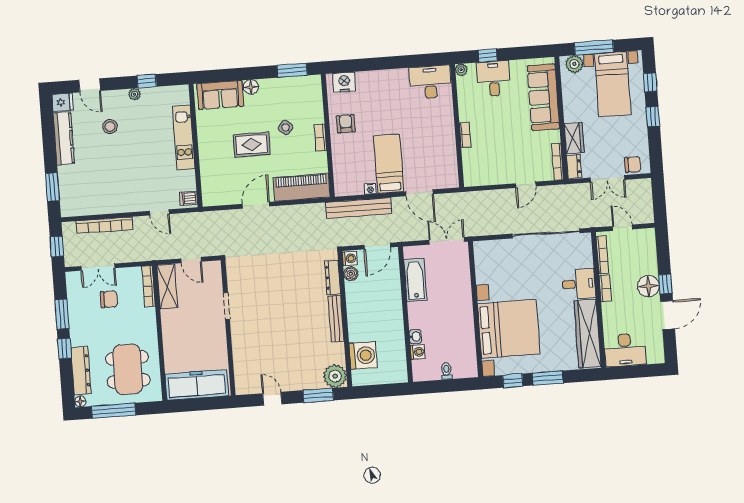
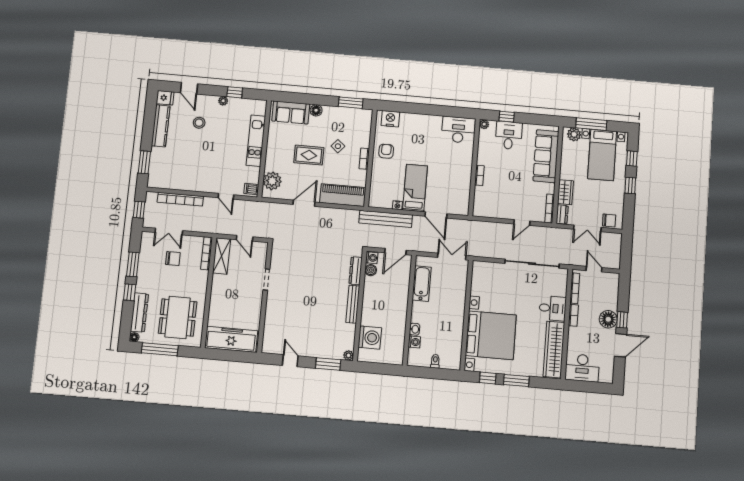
plant: (212, 184) -> (272, 181), added
plant: (335, 376) -> (348, 355), width x0.53, depth x0.53

